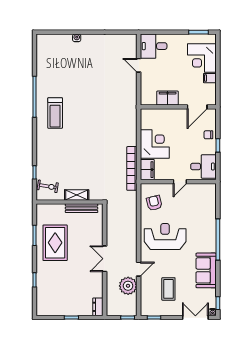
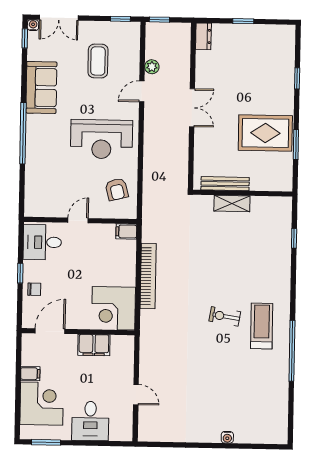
desk: (154, 46) -> (90, 421), moved, turned 90
corner desk: (155, 144) -> (114, 308), moved
bookcase: (132, 168) -> (148, 276), moved
filing cabinet: (147, 170) -> (126, 231), width x0.50
exercise bike: (48, 186) -> (225, 316), moved
rug: (55, 243) -> (265, 133), turned 90
plant: (128, 286) -> (152, 67), width x0.53, depth x0.53

